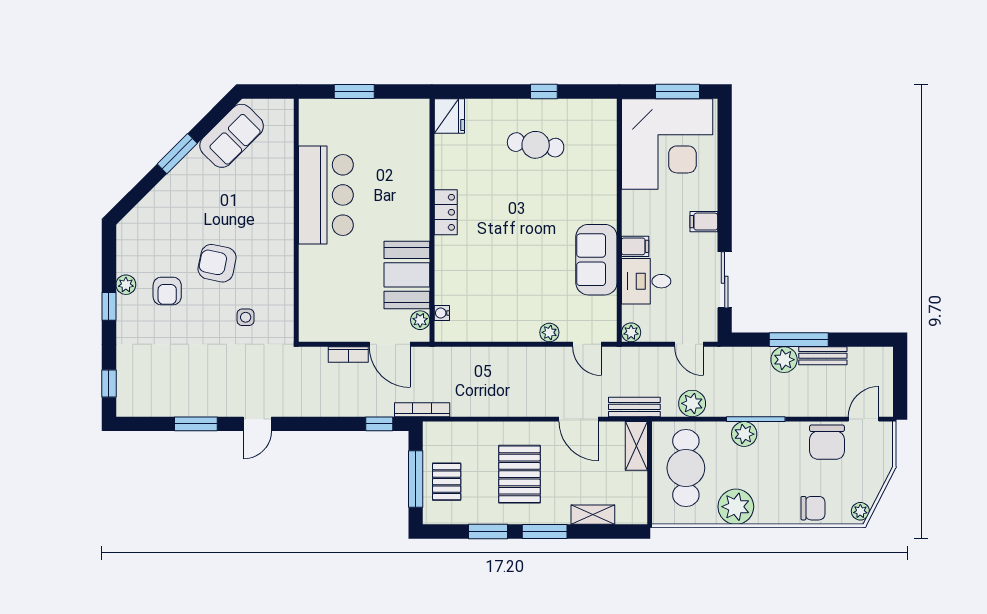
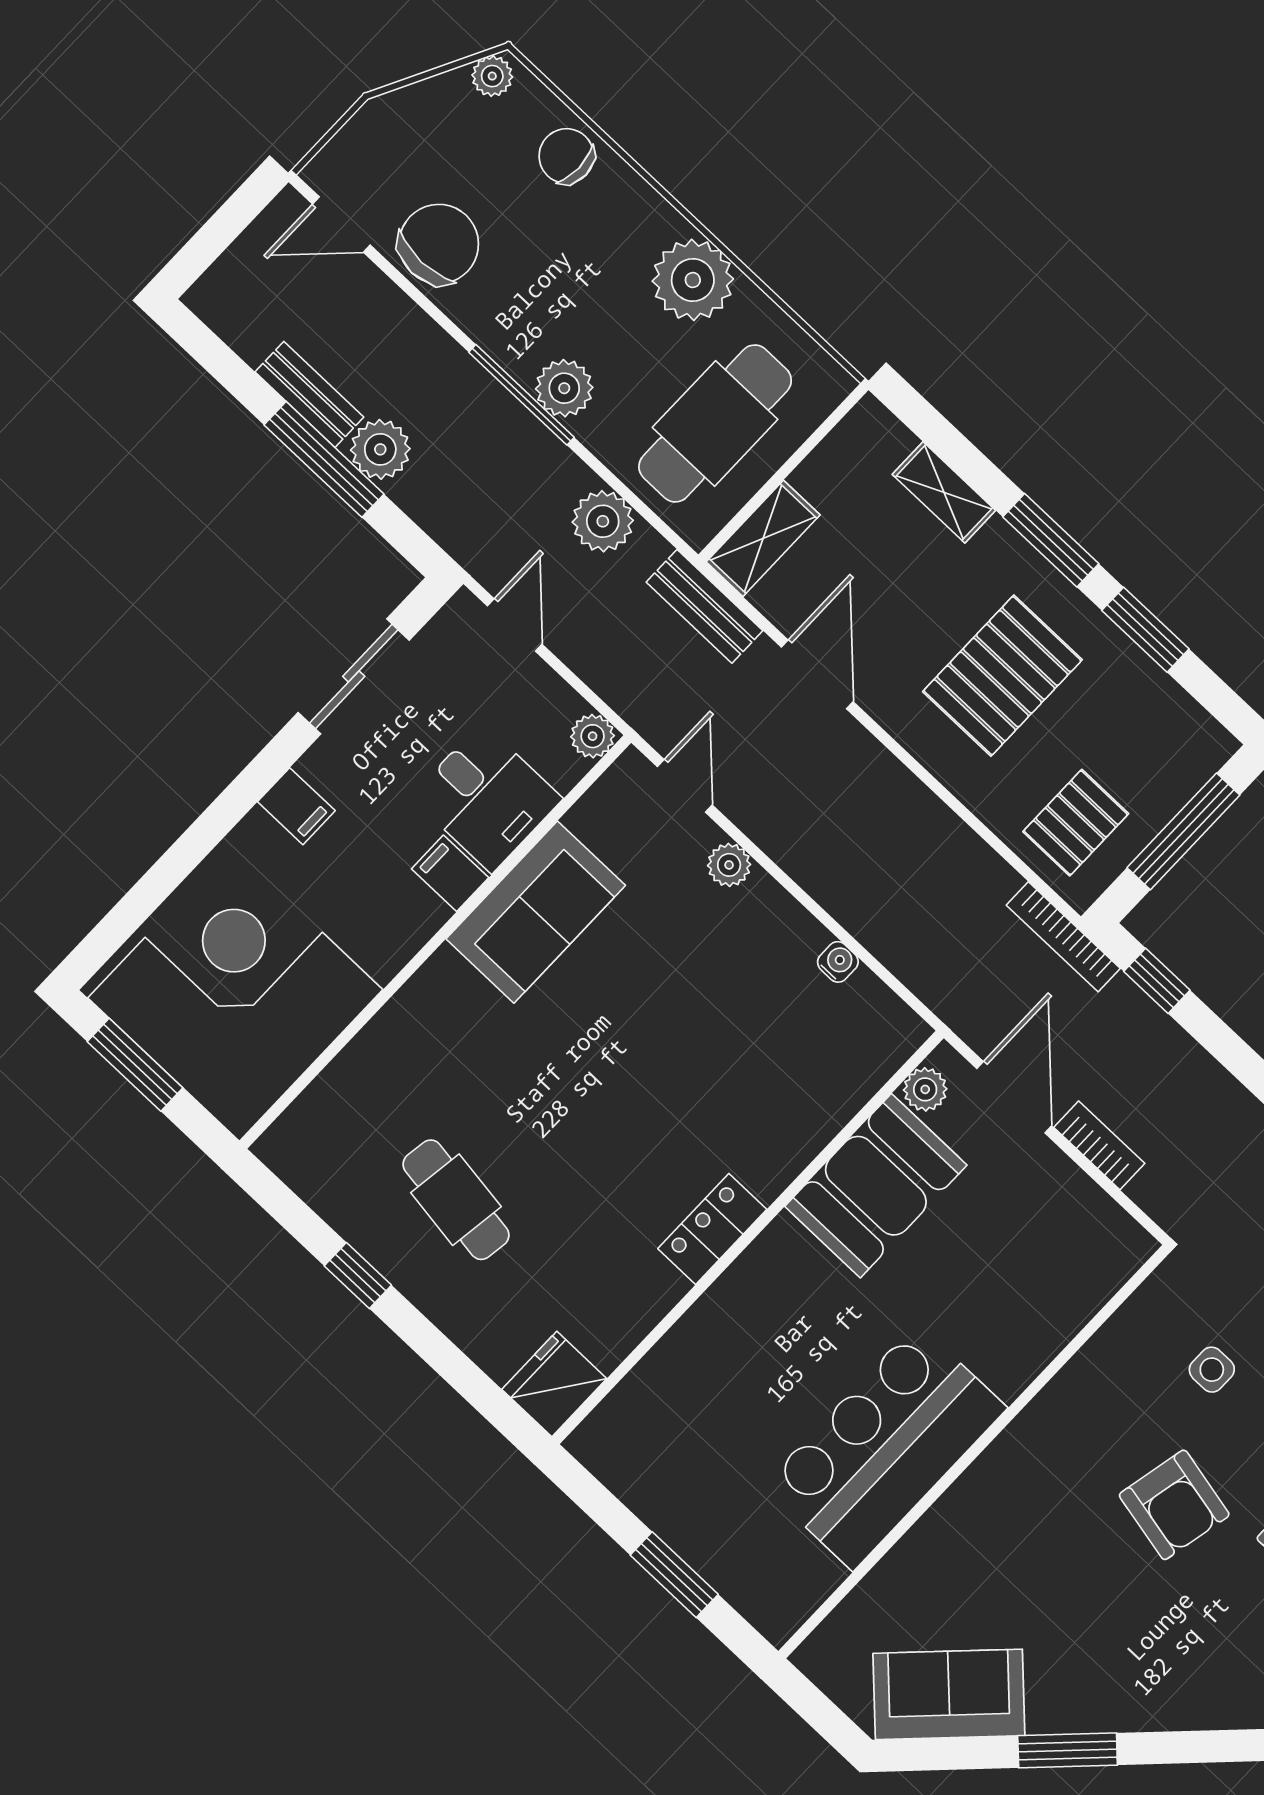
water cooler: (442, 313) -> (838, 962), moved, turned -90
pallet: (447, 482) -> (1076, 823), moved

